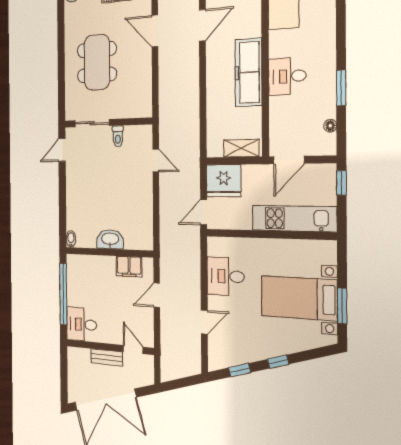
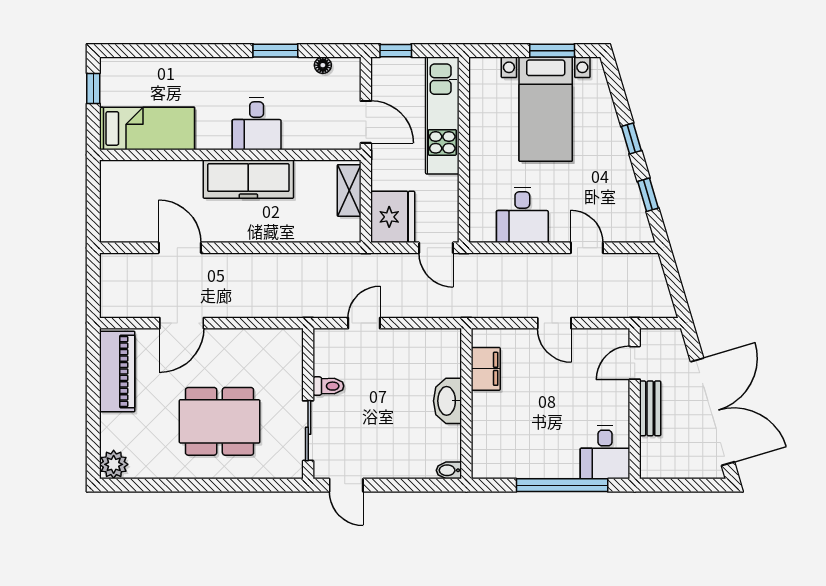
bidet: (71, 239) -> (449, 470), moved
washbasin: (110, 239) -> (447, 401), moved
wall: (109, 252) -> (466, 404), moved
filing cabinet: (129, 267) -> (486, 369), moved

